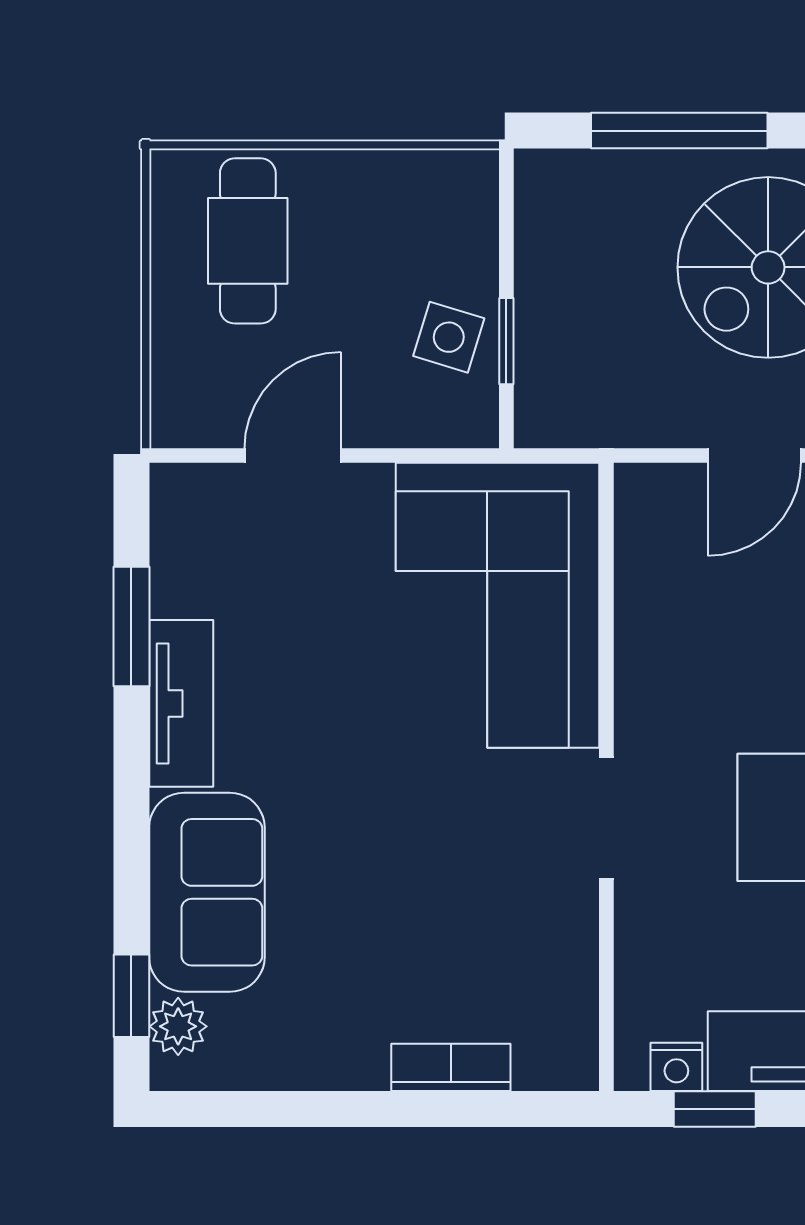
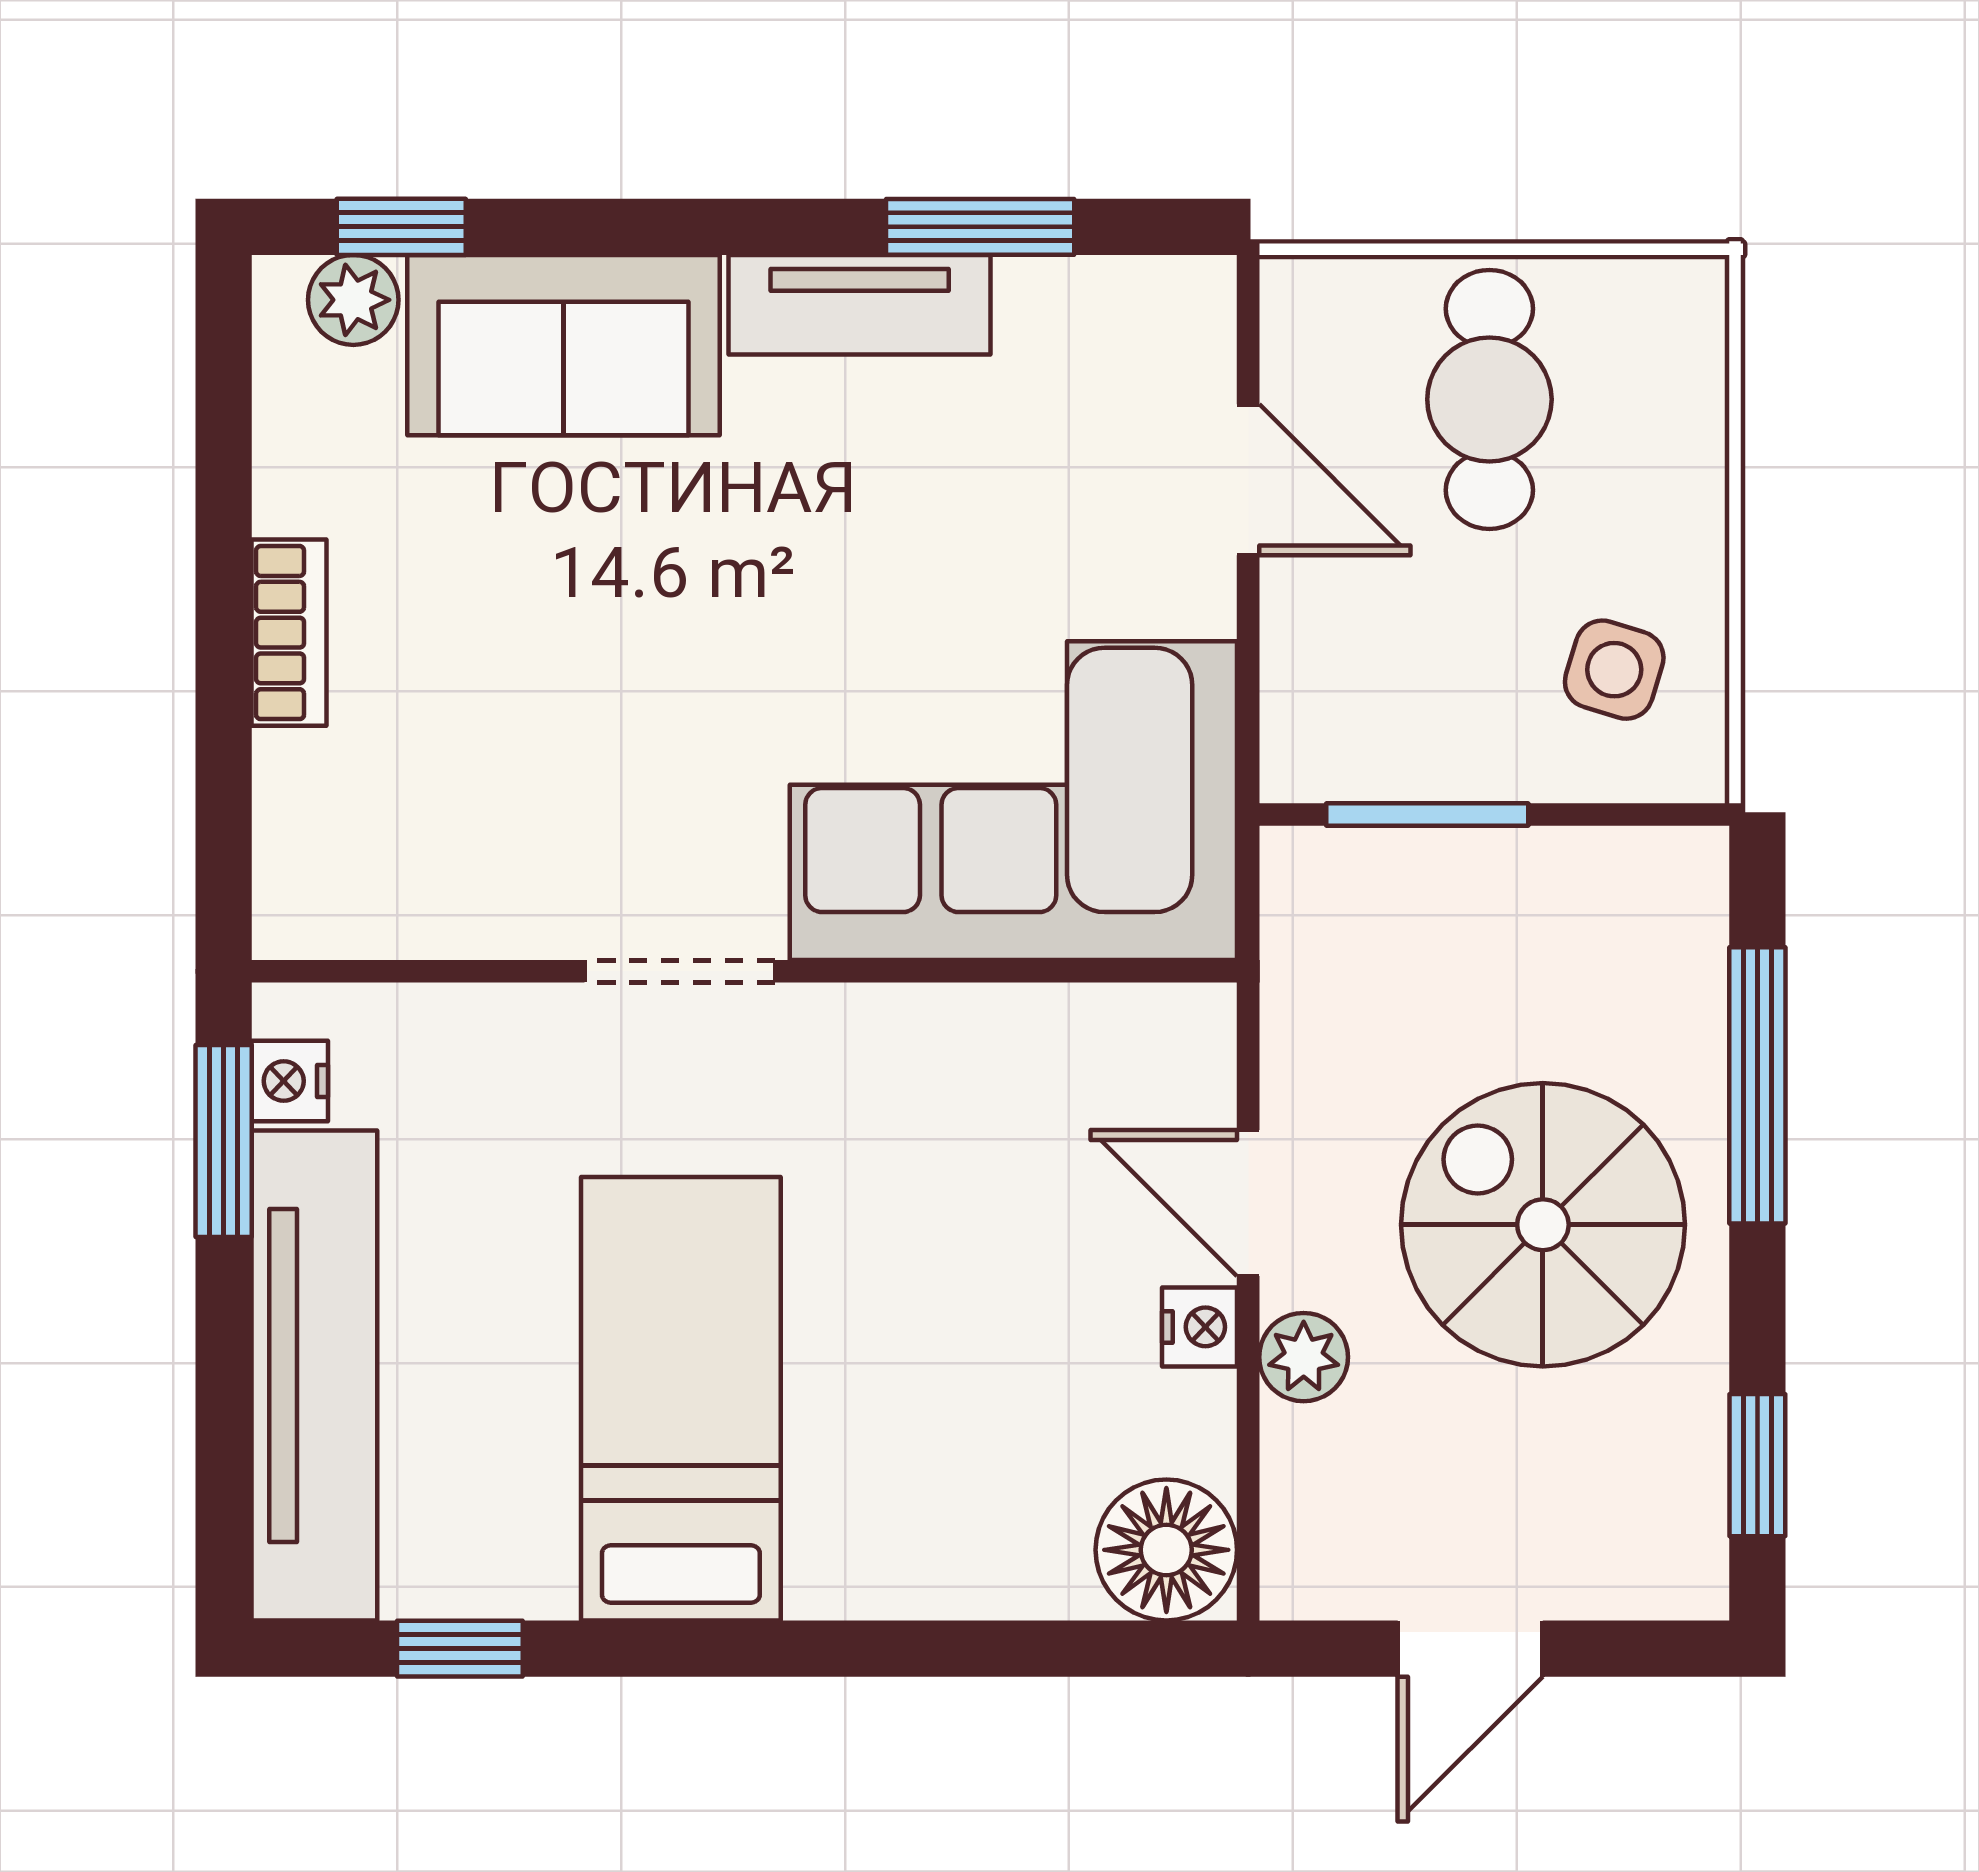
cafe table: (248, 241) -> (1489, 399), moved, turned 90
side table: (449, 337) -> (1614, 670), moved
window: (506, 341) -> (1427, 815), width x1.50
bookcase: (451, 1067) -> (289, 633), moved
window: (715, 1109) -> (224, 1141), width x1.50

